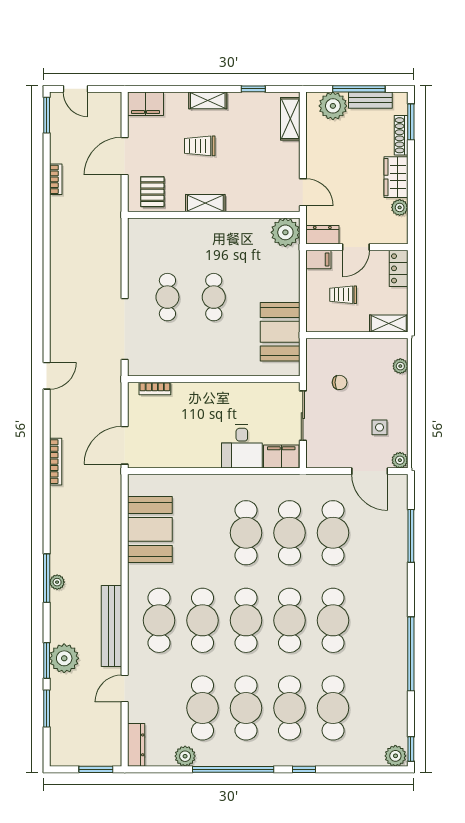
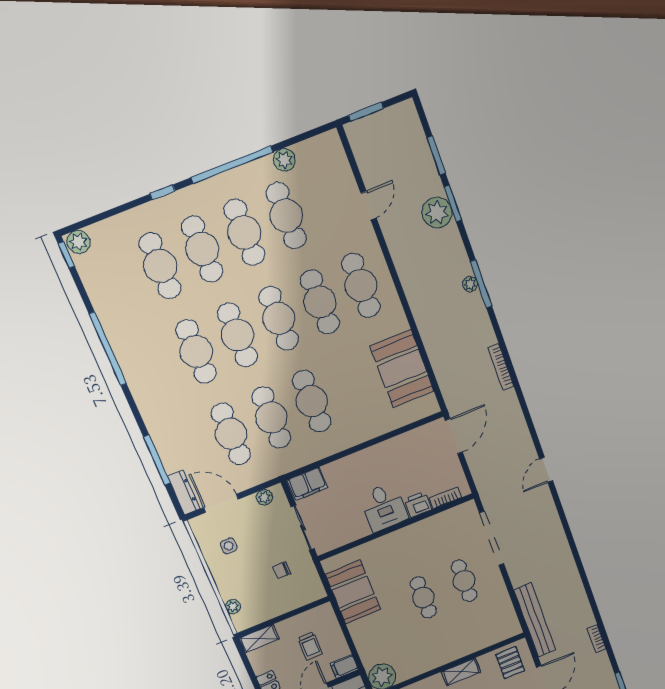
trolley: (343, 295) -> (310, 646), turned 90
printer: (184, 393) -> (418, 505), added
desk: (242, 446) -> (384, 507), moved, turned 180
plant: (400, 460) -> (264, 497), moved
bookcase: (56, 462) -> (501, 367), moved
bench: (112, 626) -> (535, 620), moved
dresser: (136, 745) -> (184, 492), moved, turned 180

